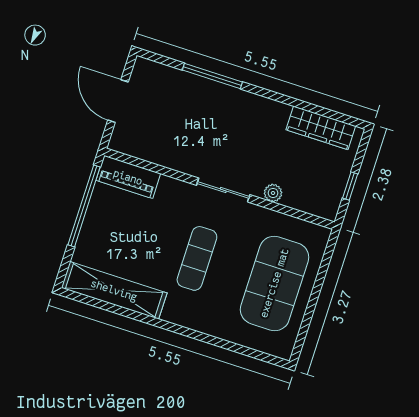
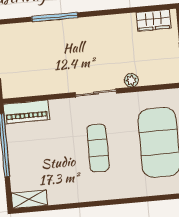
wardrobe: (321, 128) -> (153, 20), width x0.67
shelving: (114, 290) -> (29, 199), width x0.45, depth x0.75

